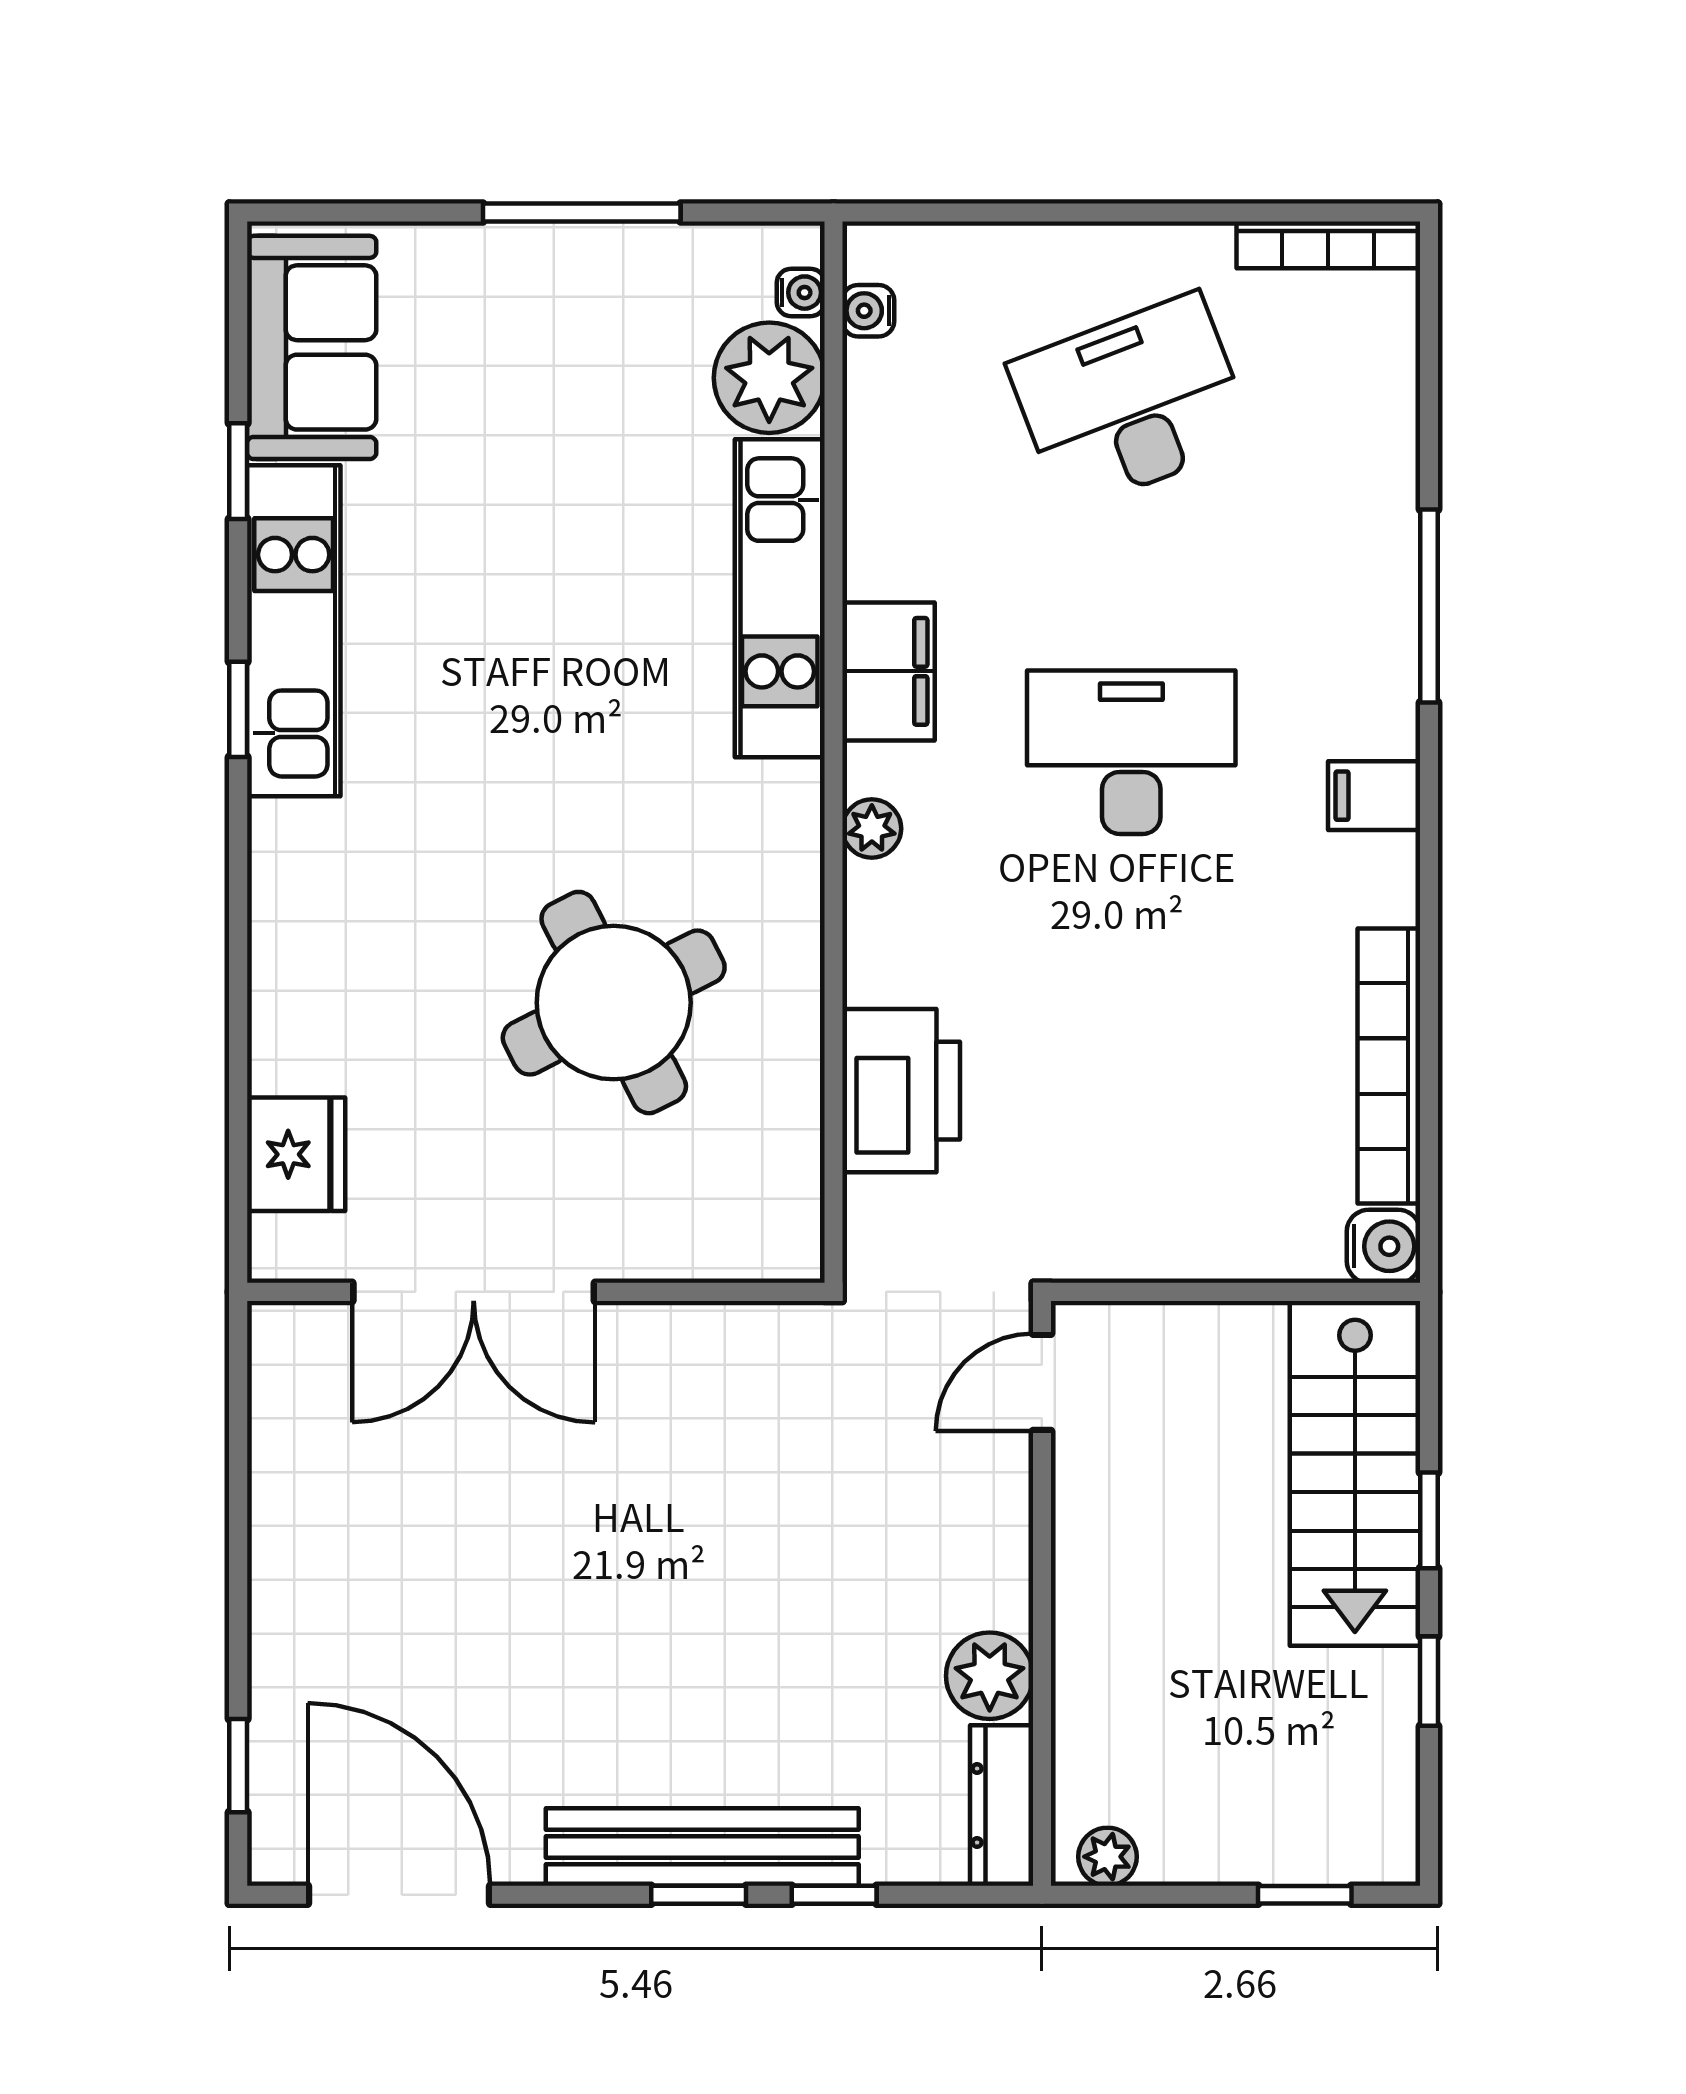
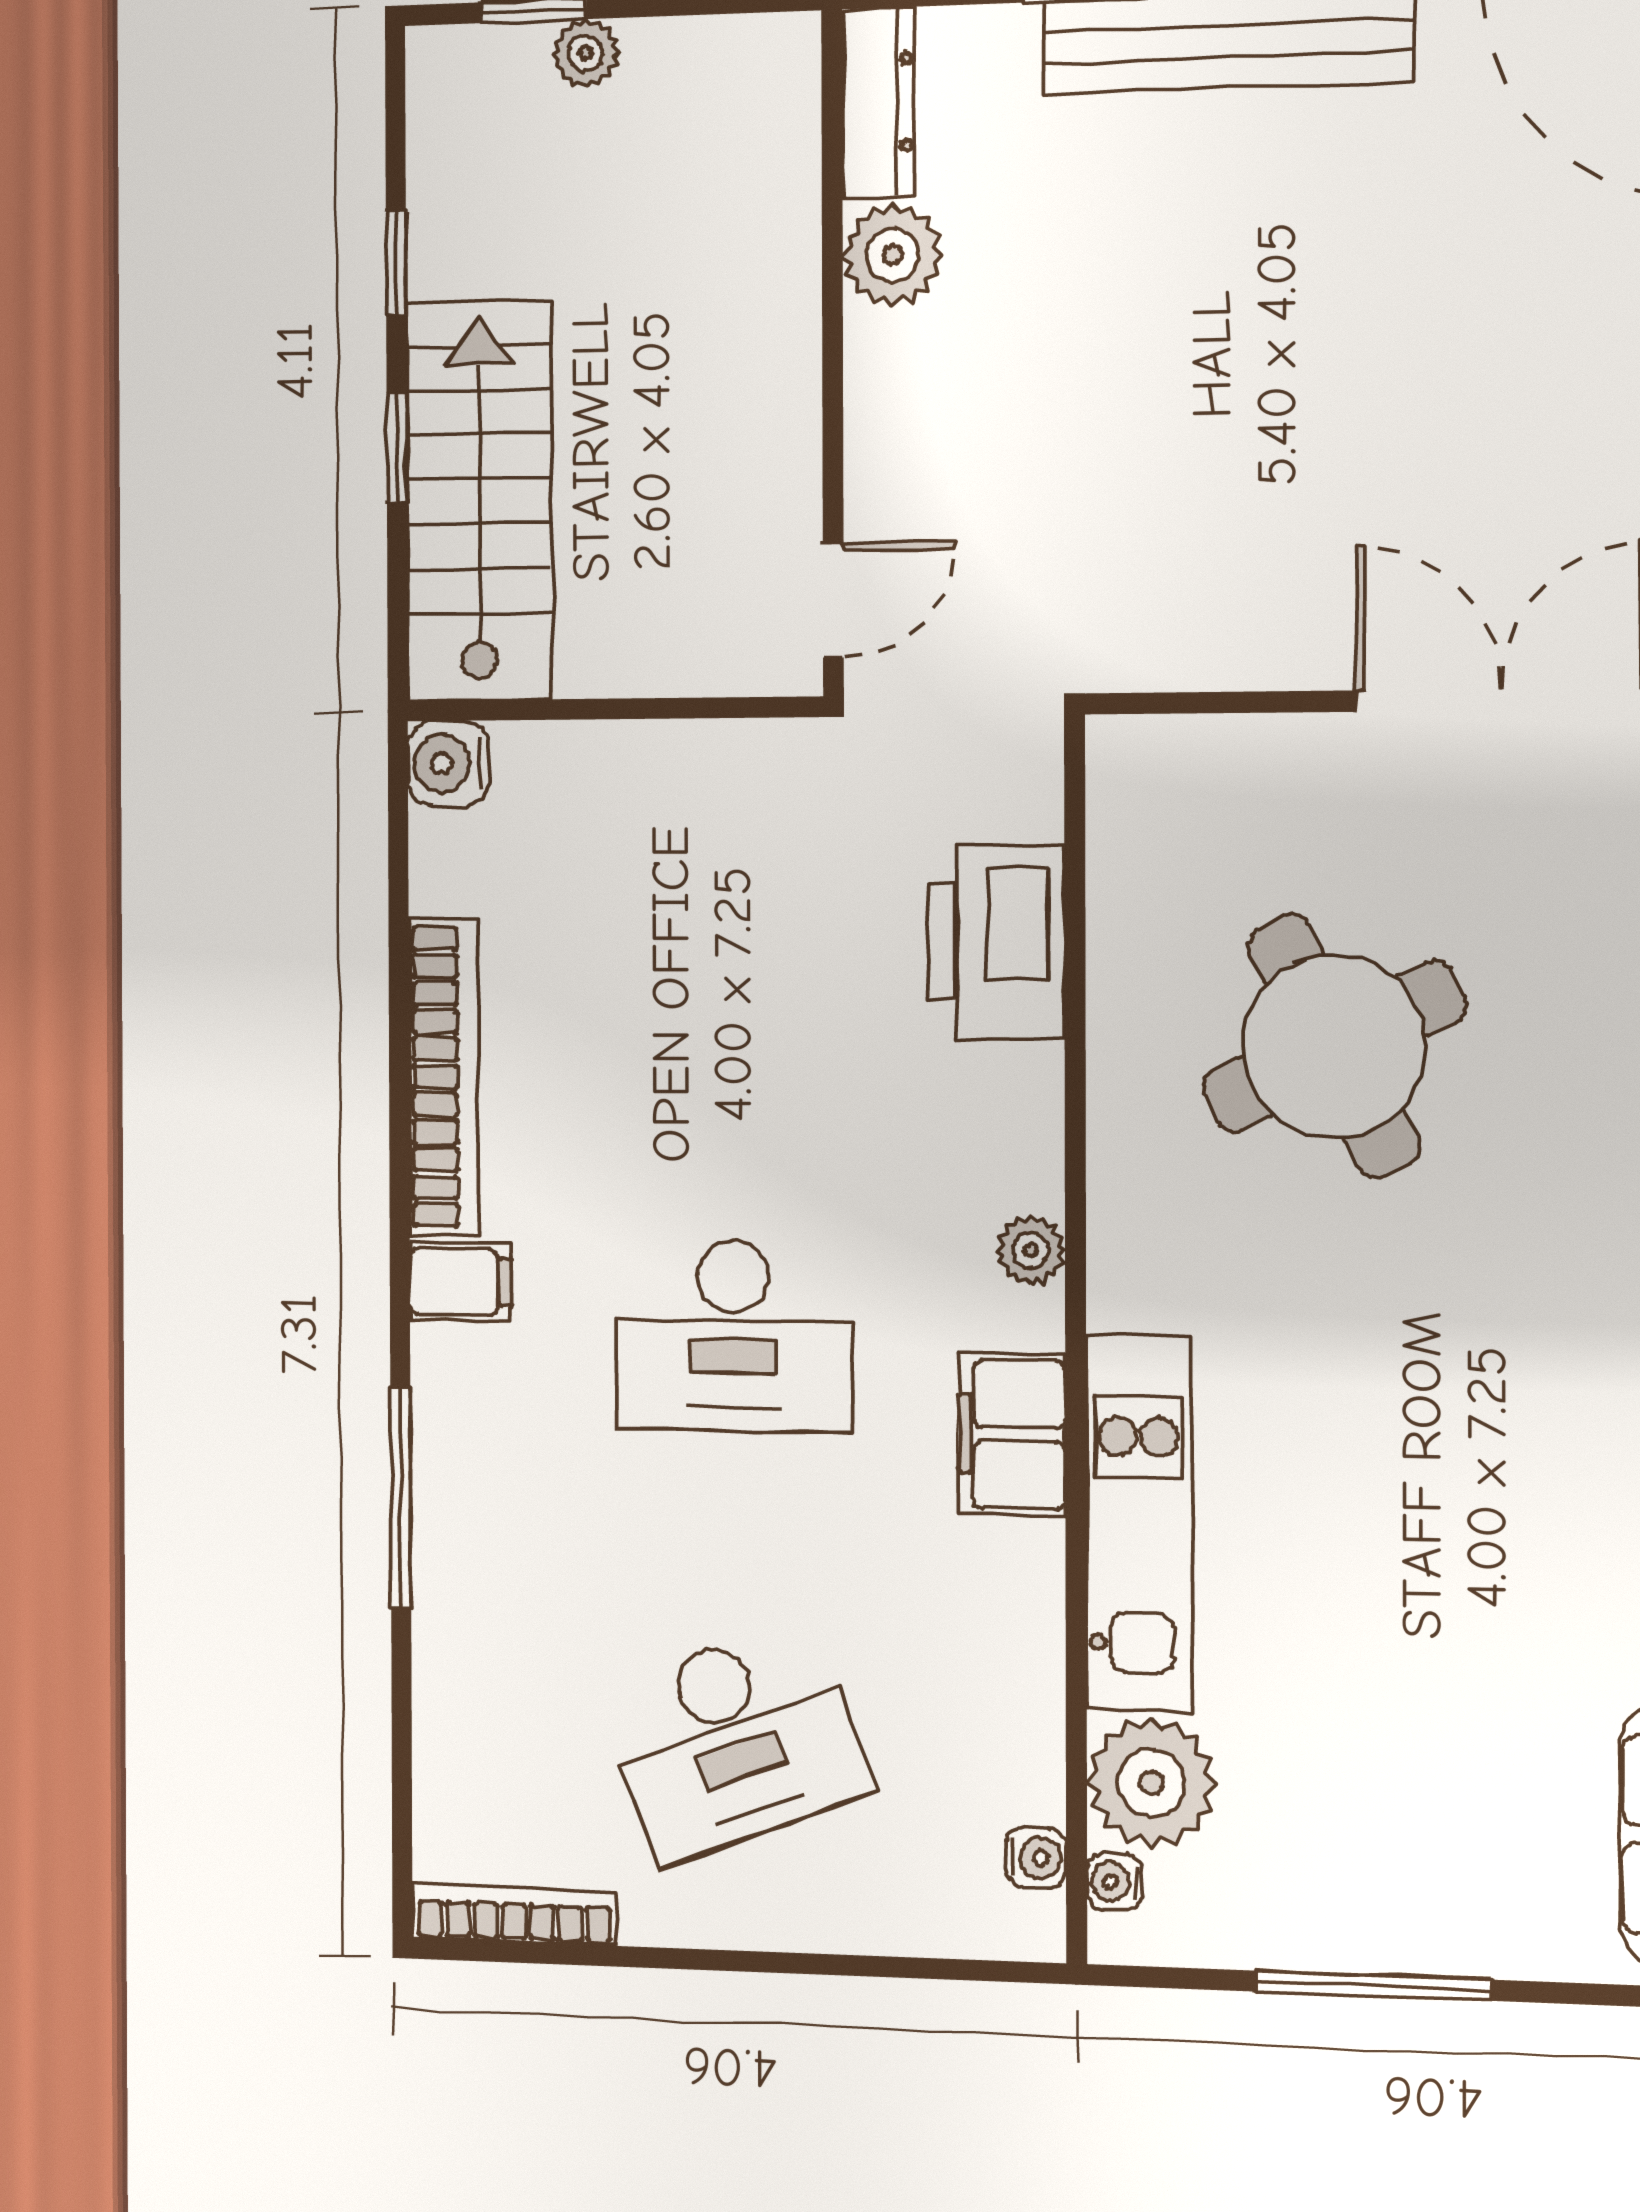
bookcase: (1389, 1066) -> (444, 1077), moved
plant: (1107, 1857) -> (586, 53), moved

